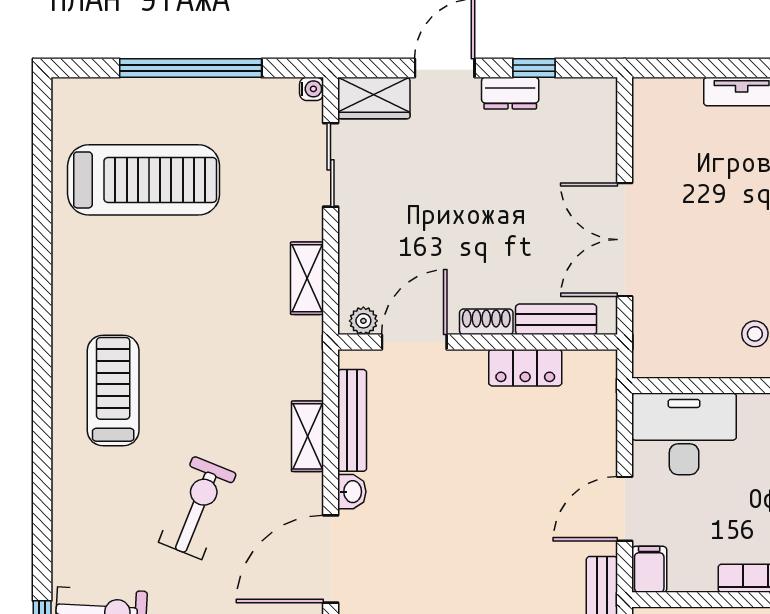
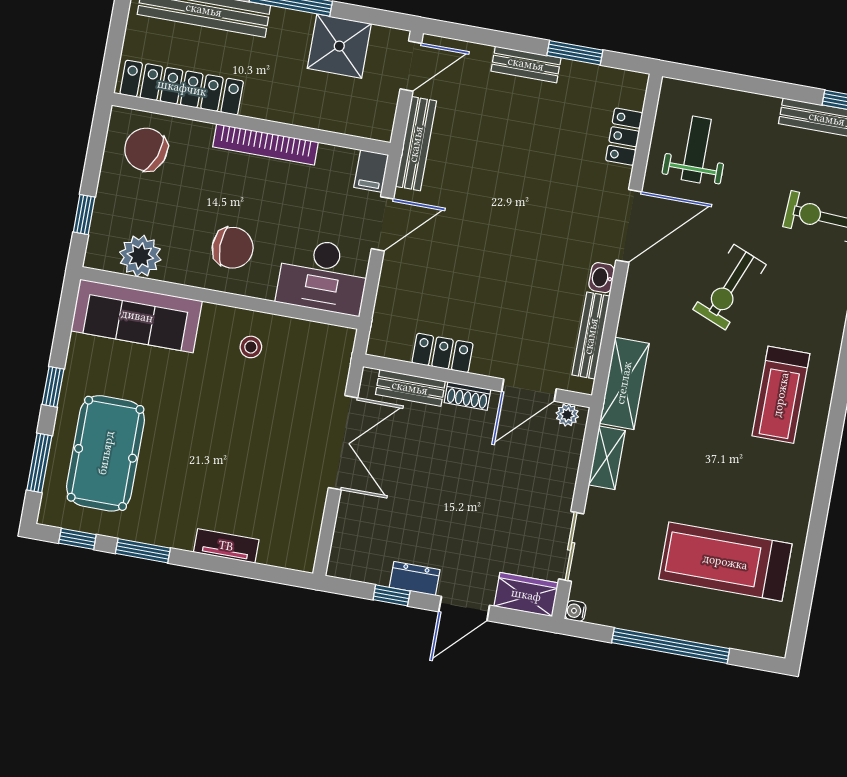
shelving: (307, 436) -> (624, 383), moved, width x1.50, depth x1.33

